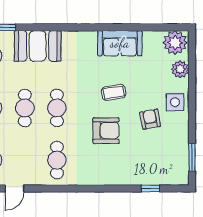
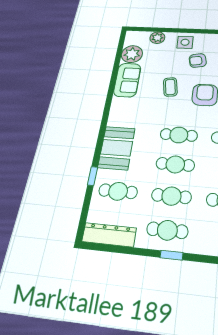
plant: (175, 43) -> (132, 54), moved

